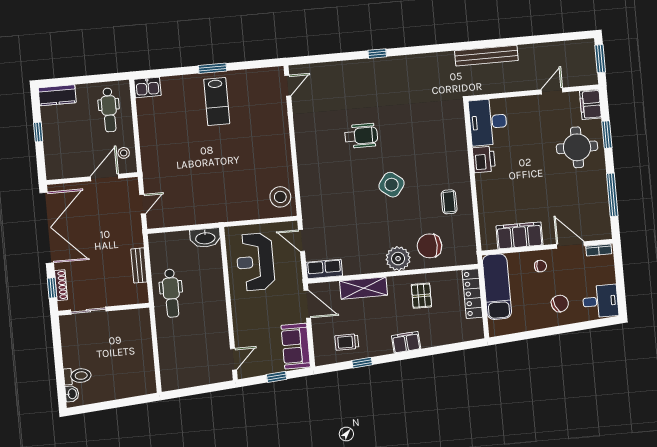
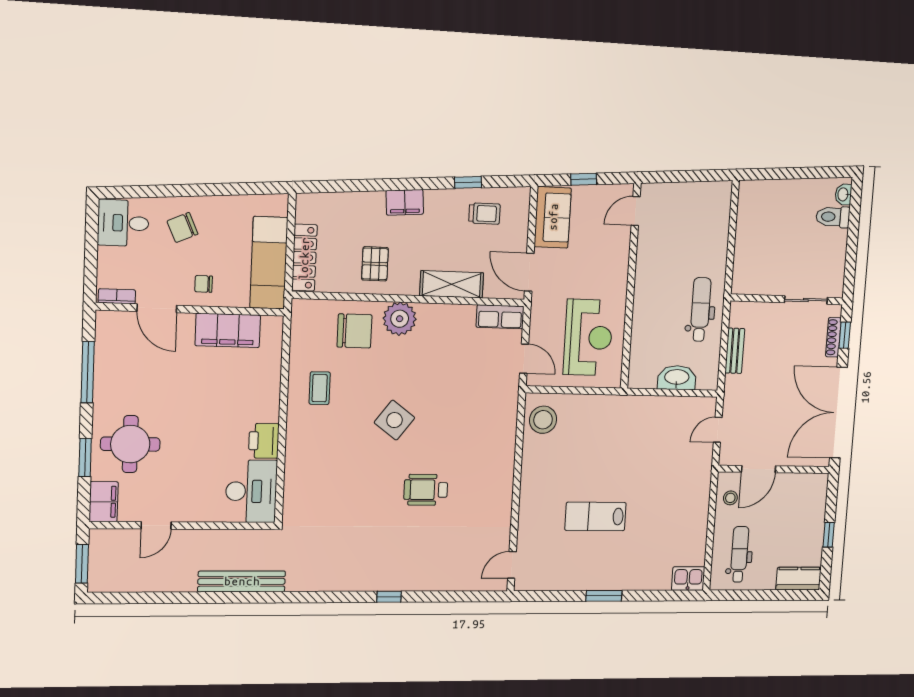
lab bench: (217, 101) -> (596, 516), moved, turned -90
washbasin: (205, 238) -> (677, 378), moved

